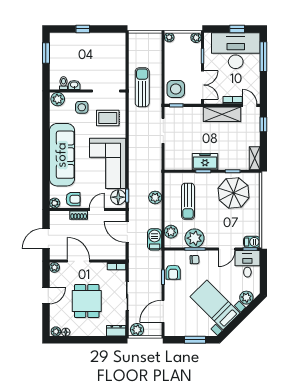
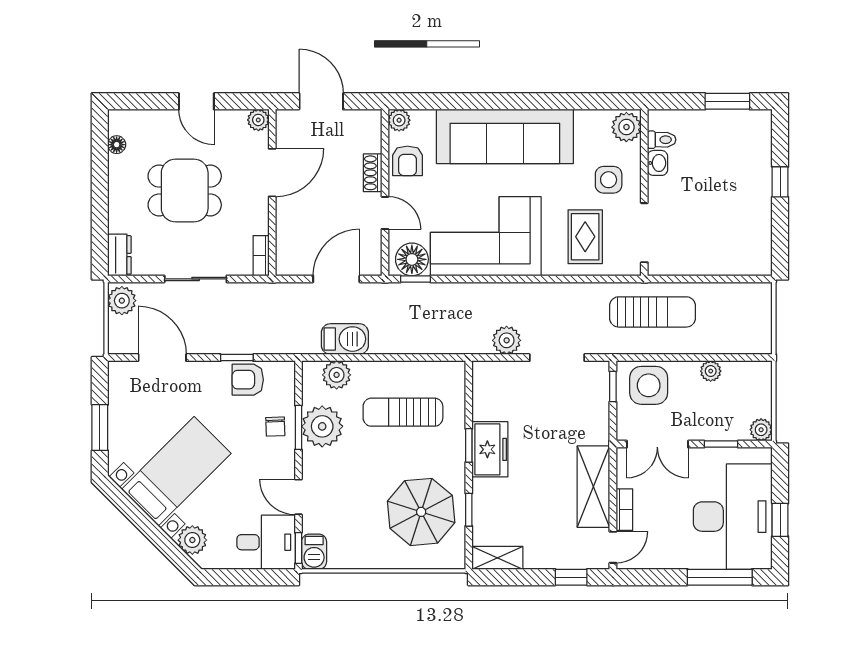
plant: (169, 37) -> (711, 371), moved
plant: (155, 197) -> (507, 340), moved
barbecue: (155, 239) -> (345, 339), moved
plant: (56, 331) -> (118, 123), removed

